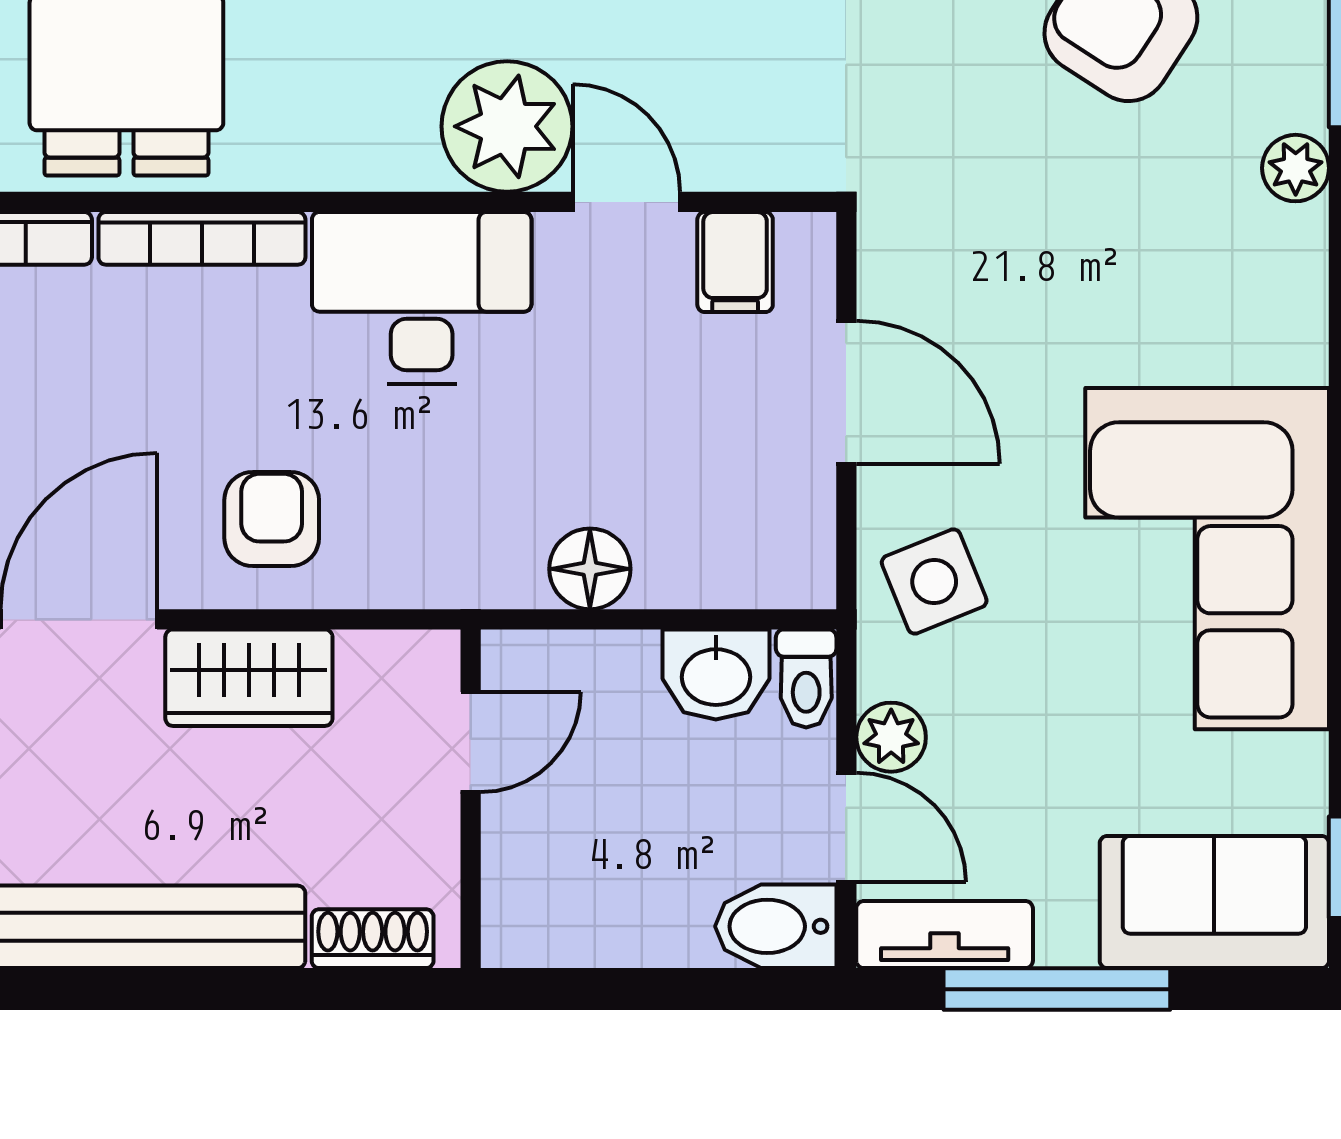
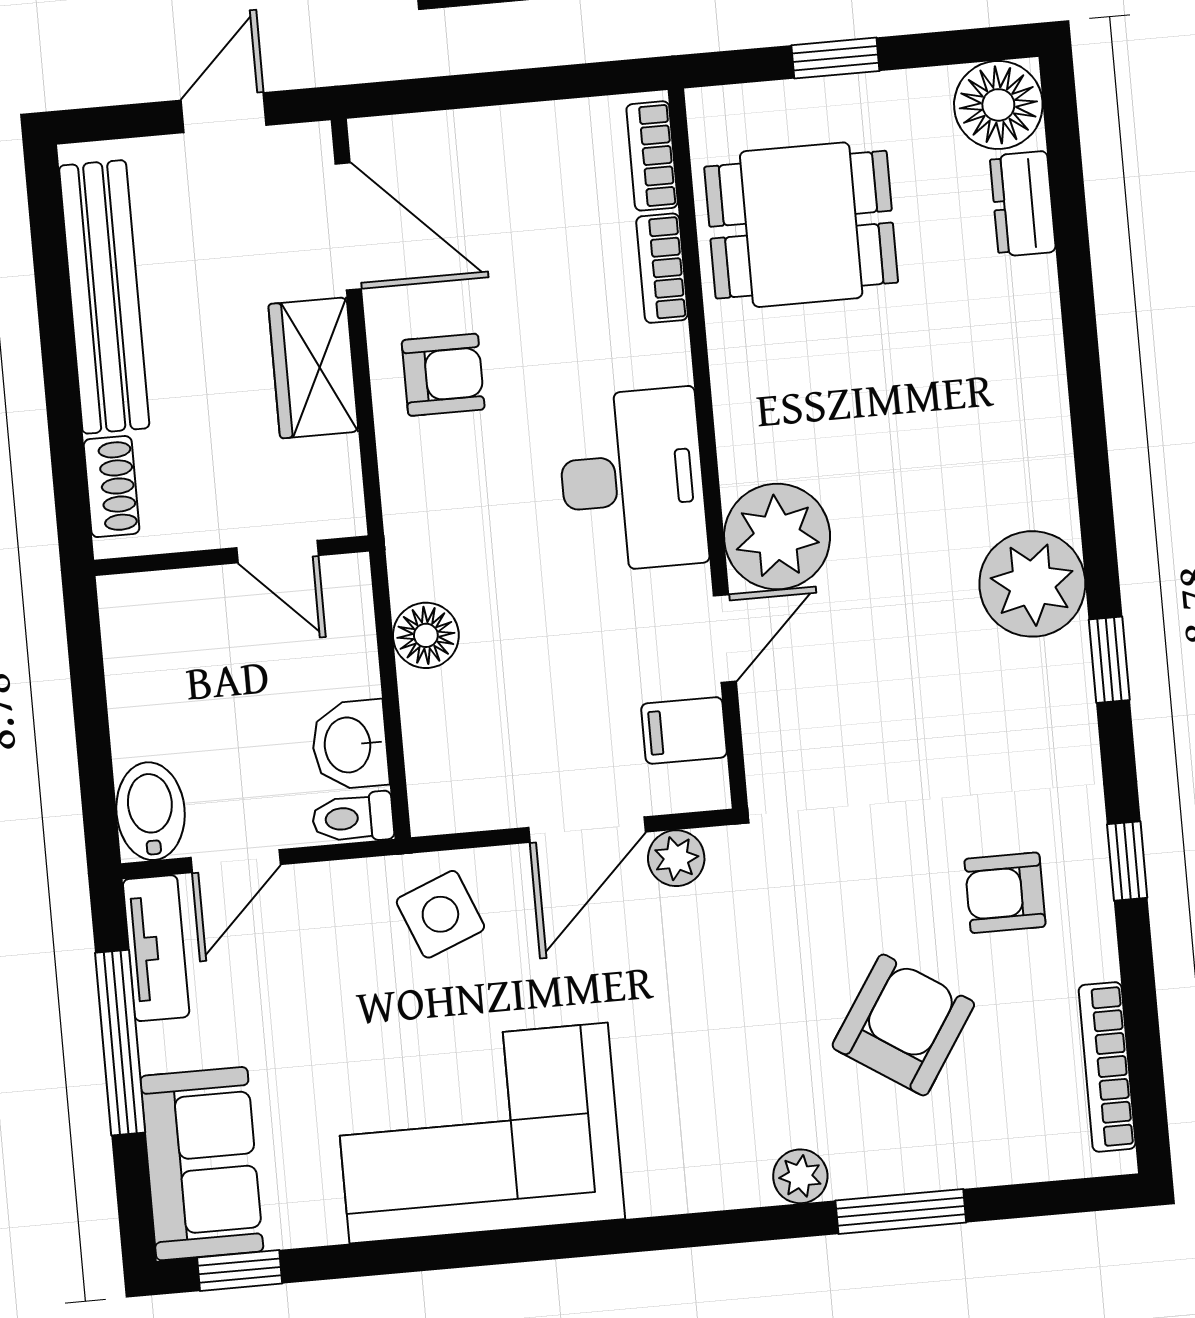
bookcase: (202, 238) -> (662, 268), width x0.64
plant: (891, 737) -> (676, 858), moved

